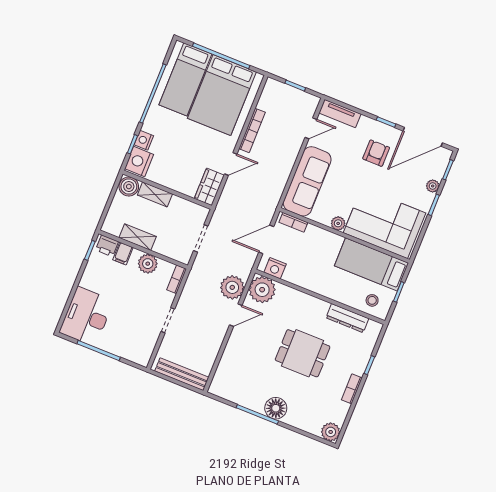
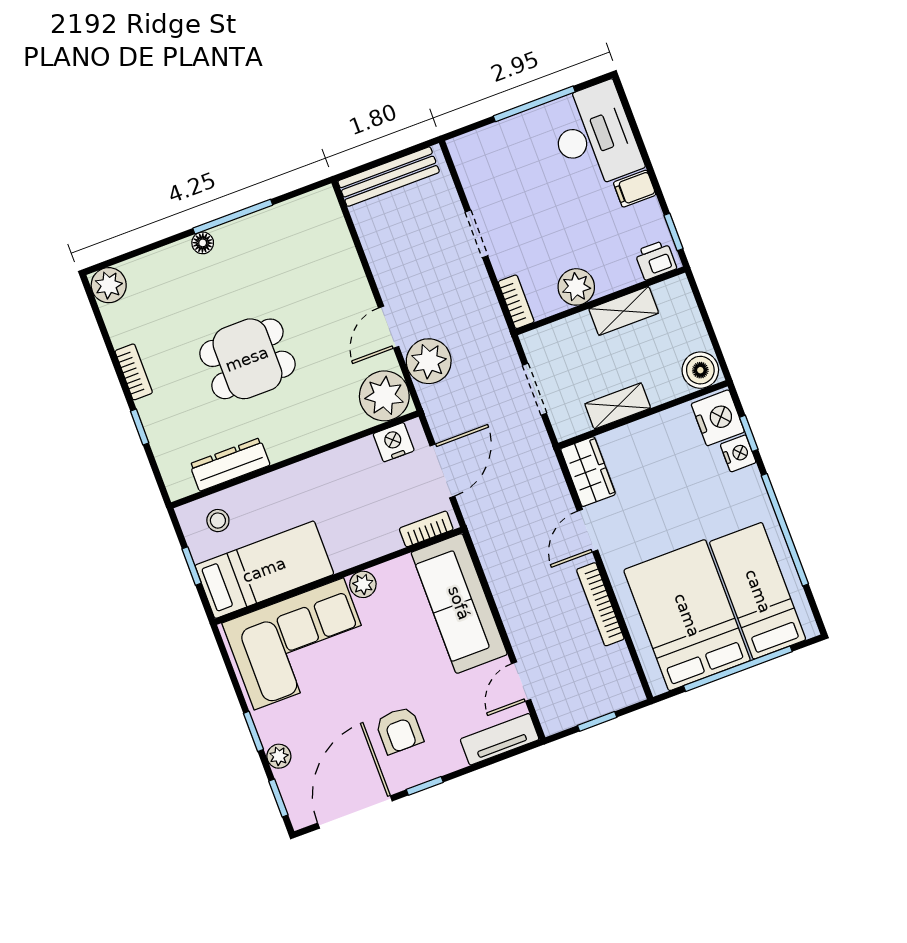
shelving: (155, 194) -> (618, 406), moved
filing cabinet: (123, 254) -> (635, 189), moved, turned -90
floor lamp: (276, 408) -> (203, 243), width x0.53, depth x0.53

